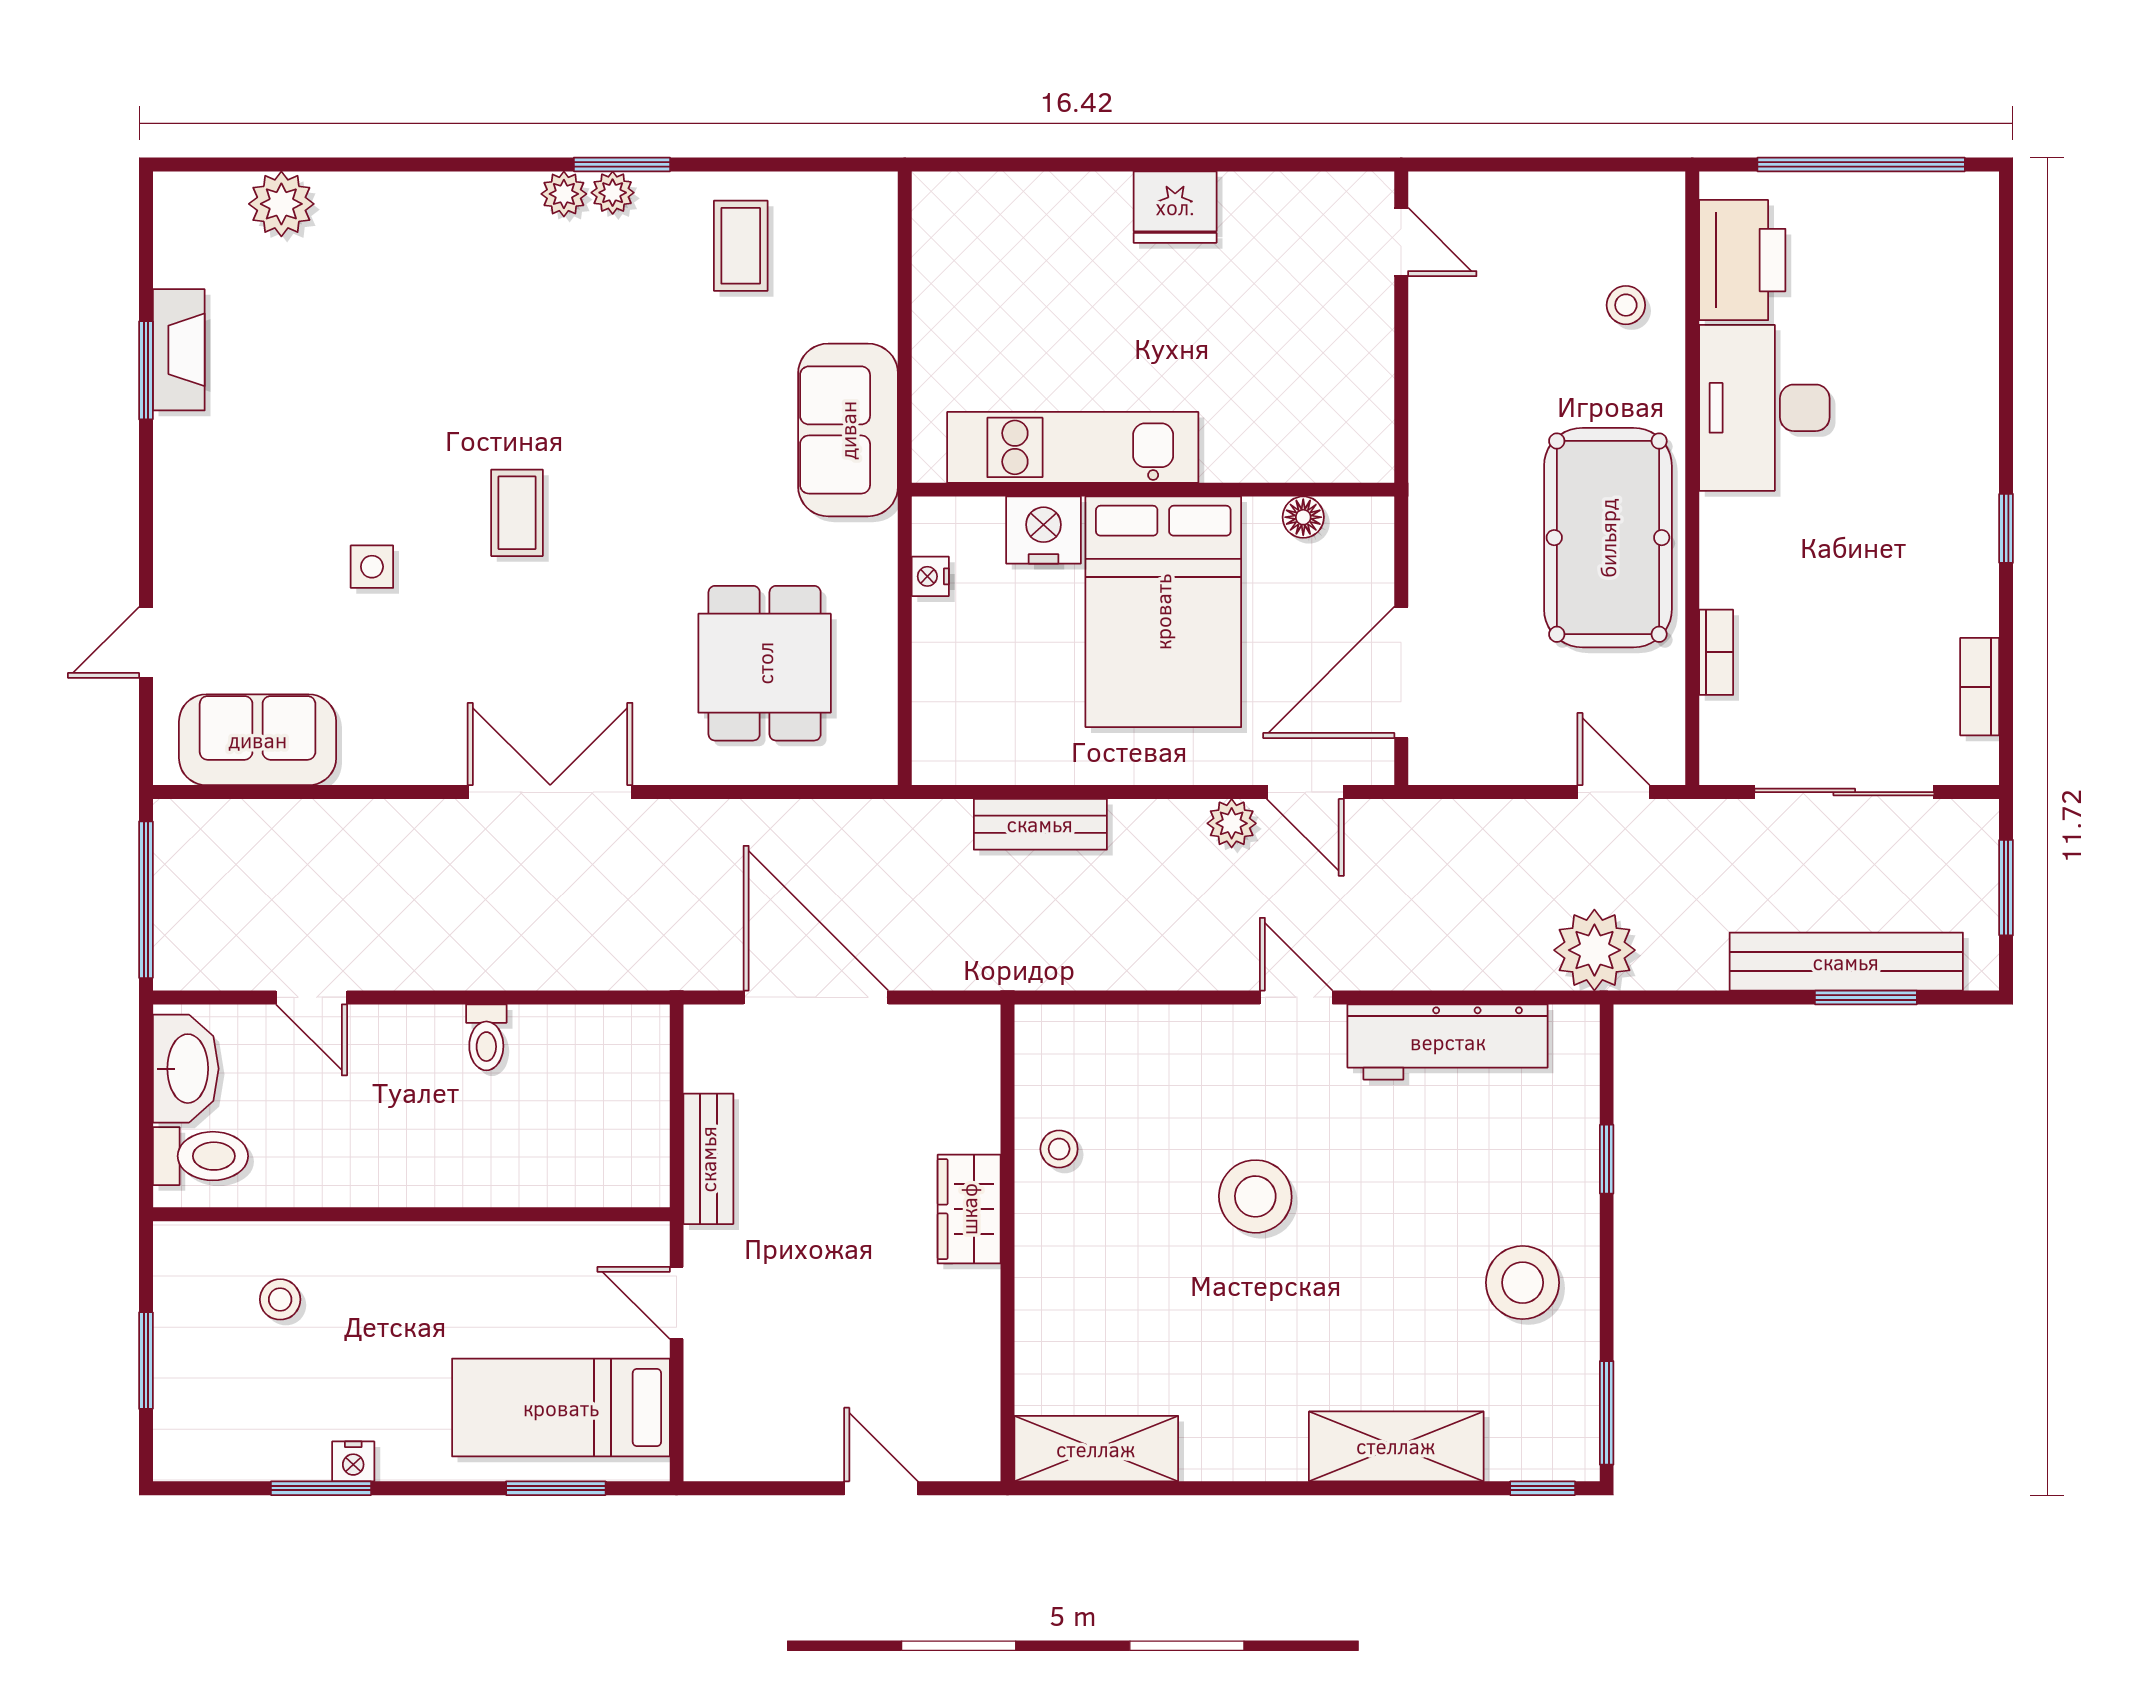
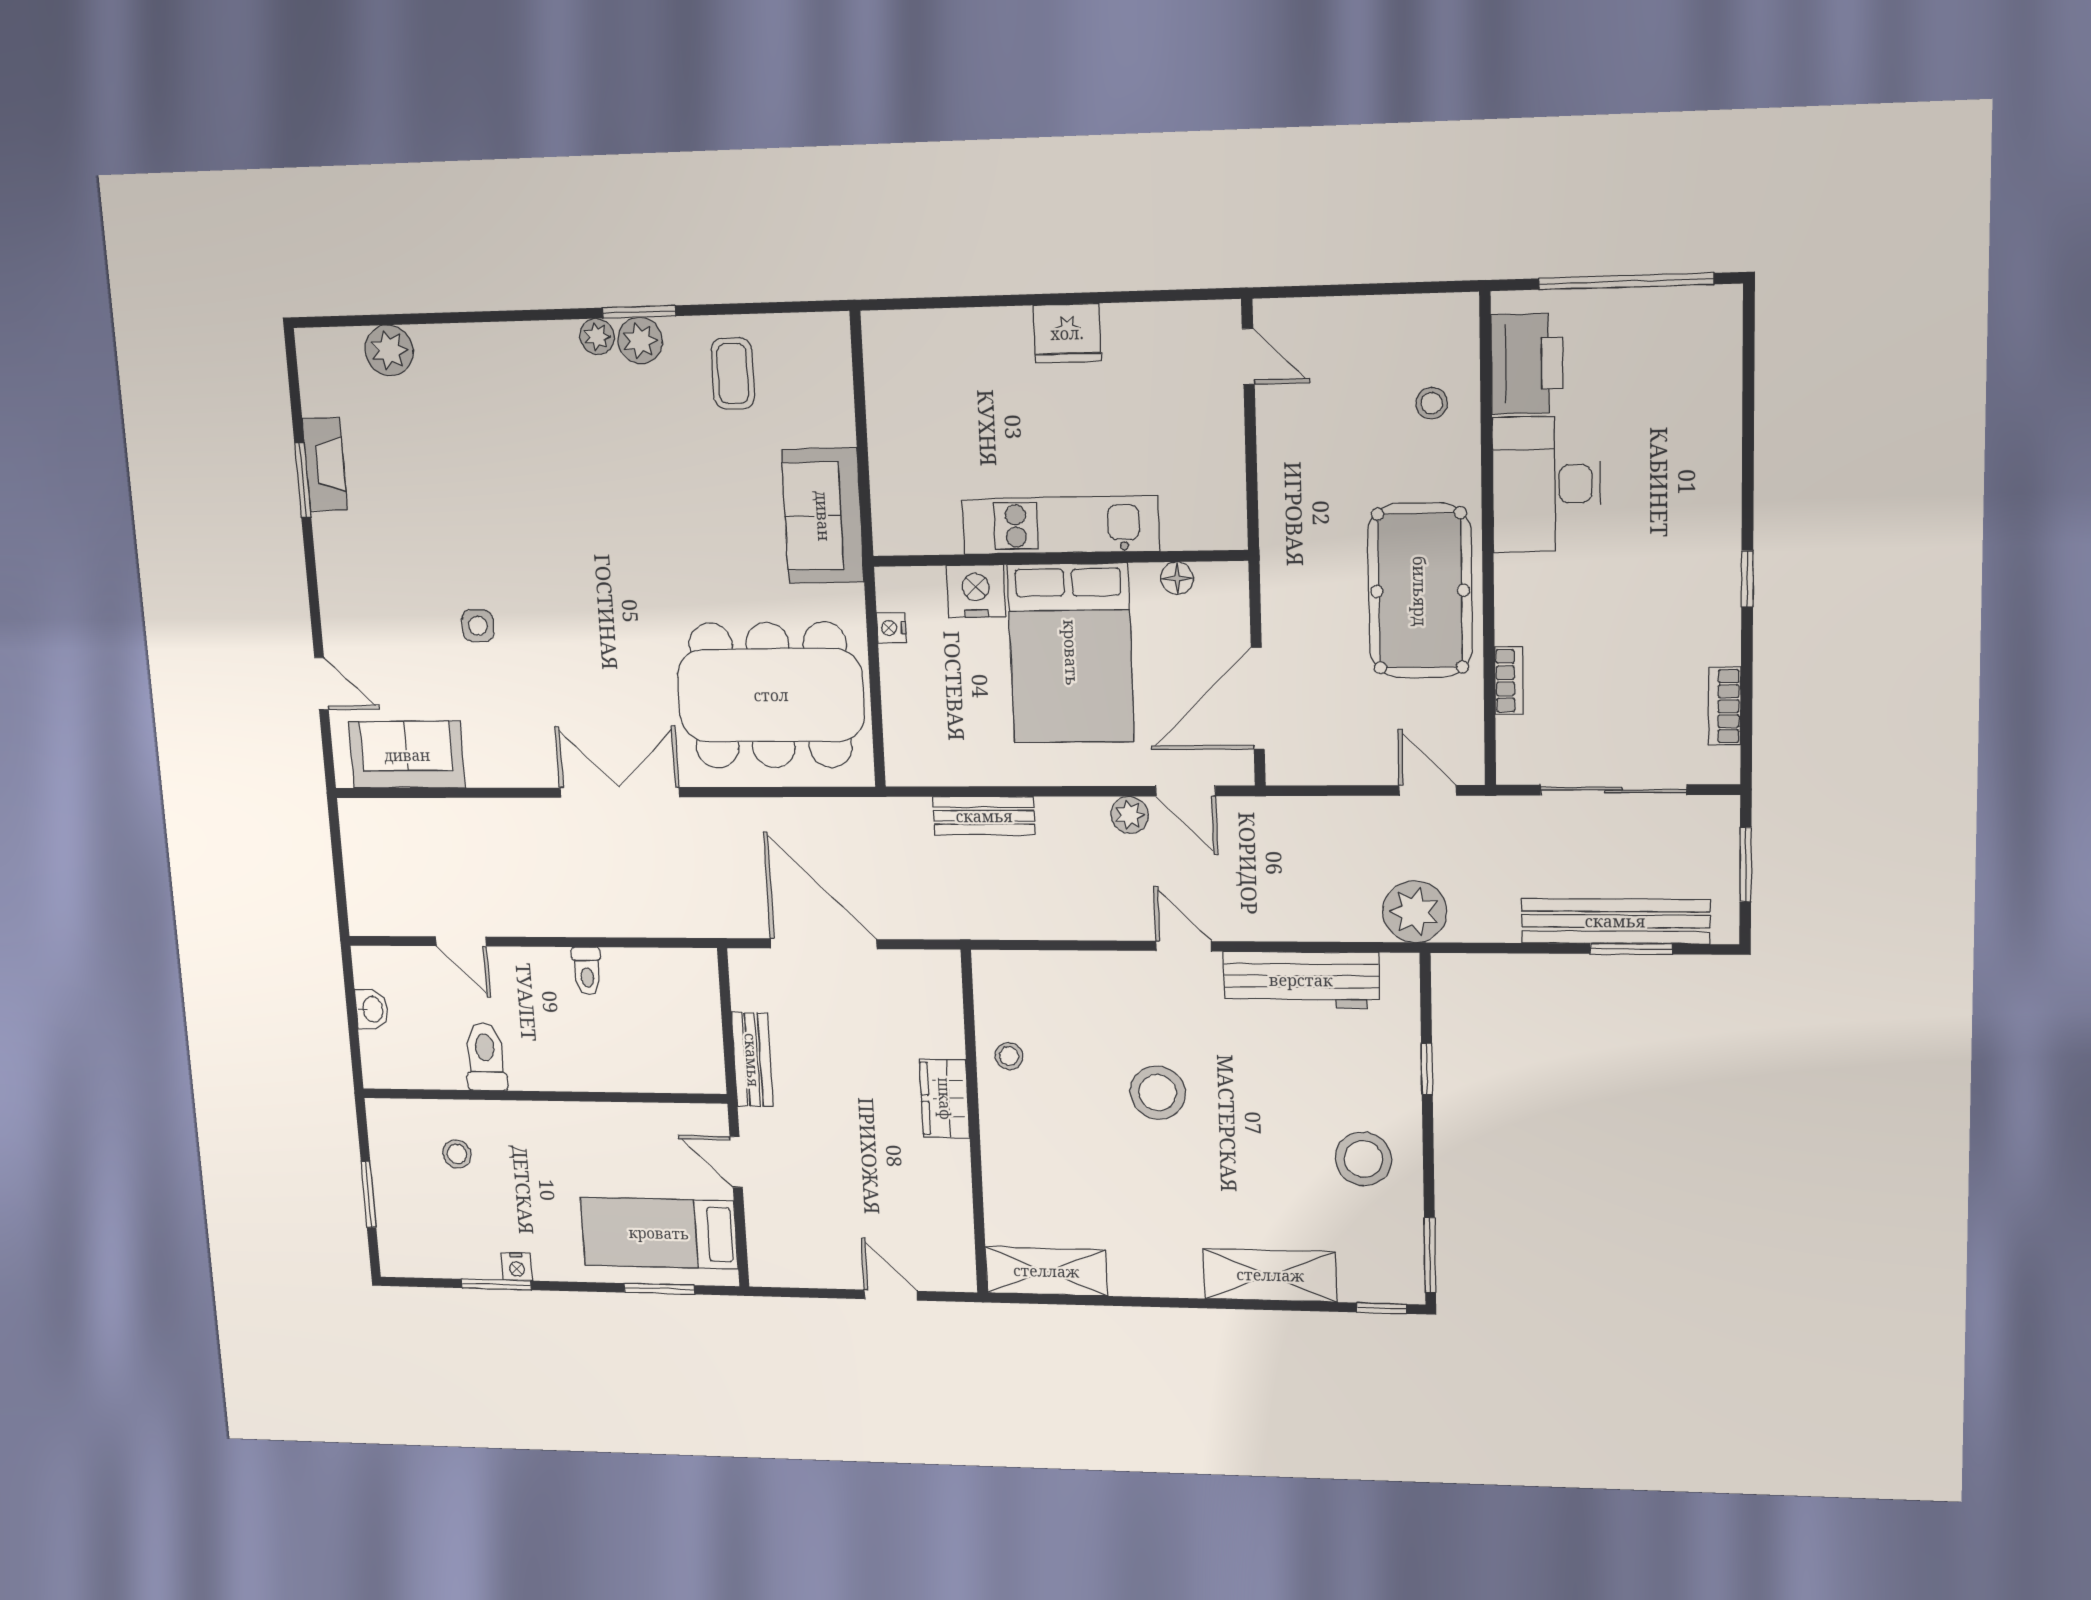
plant: (613, 193) -> (640, 341), width x1.38, depth x1.38
kitchen unit: (1073, 447) -> (1061, 525), moved
coffee table: (517, 513) -> (580, 584), removed
door: (146, 642) -> (322, 684), swing flipped
dining table: (765, 663) -> (771, 695), width x1.88, depth x1.24
window: (146, 900) -> (339, 871), removed
washbasin: (186, 1069) -> (372, 1009), width x0.52, depth x0.69
toilet: (200, 1156) -> (485, 1057), moved, turned -90

